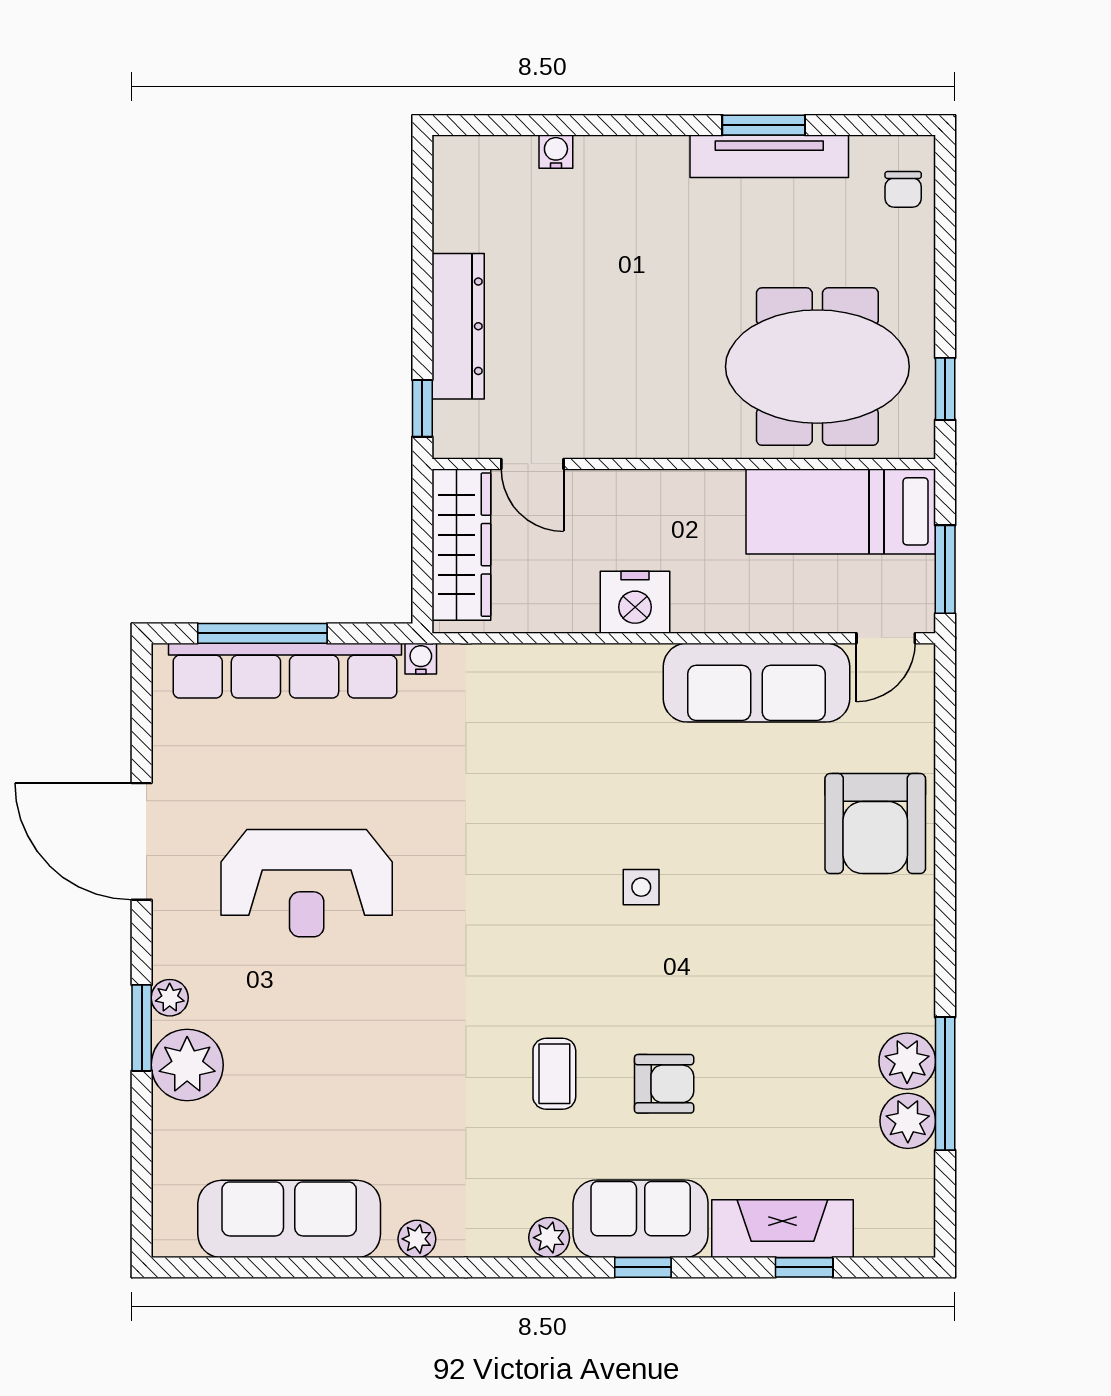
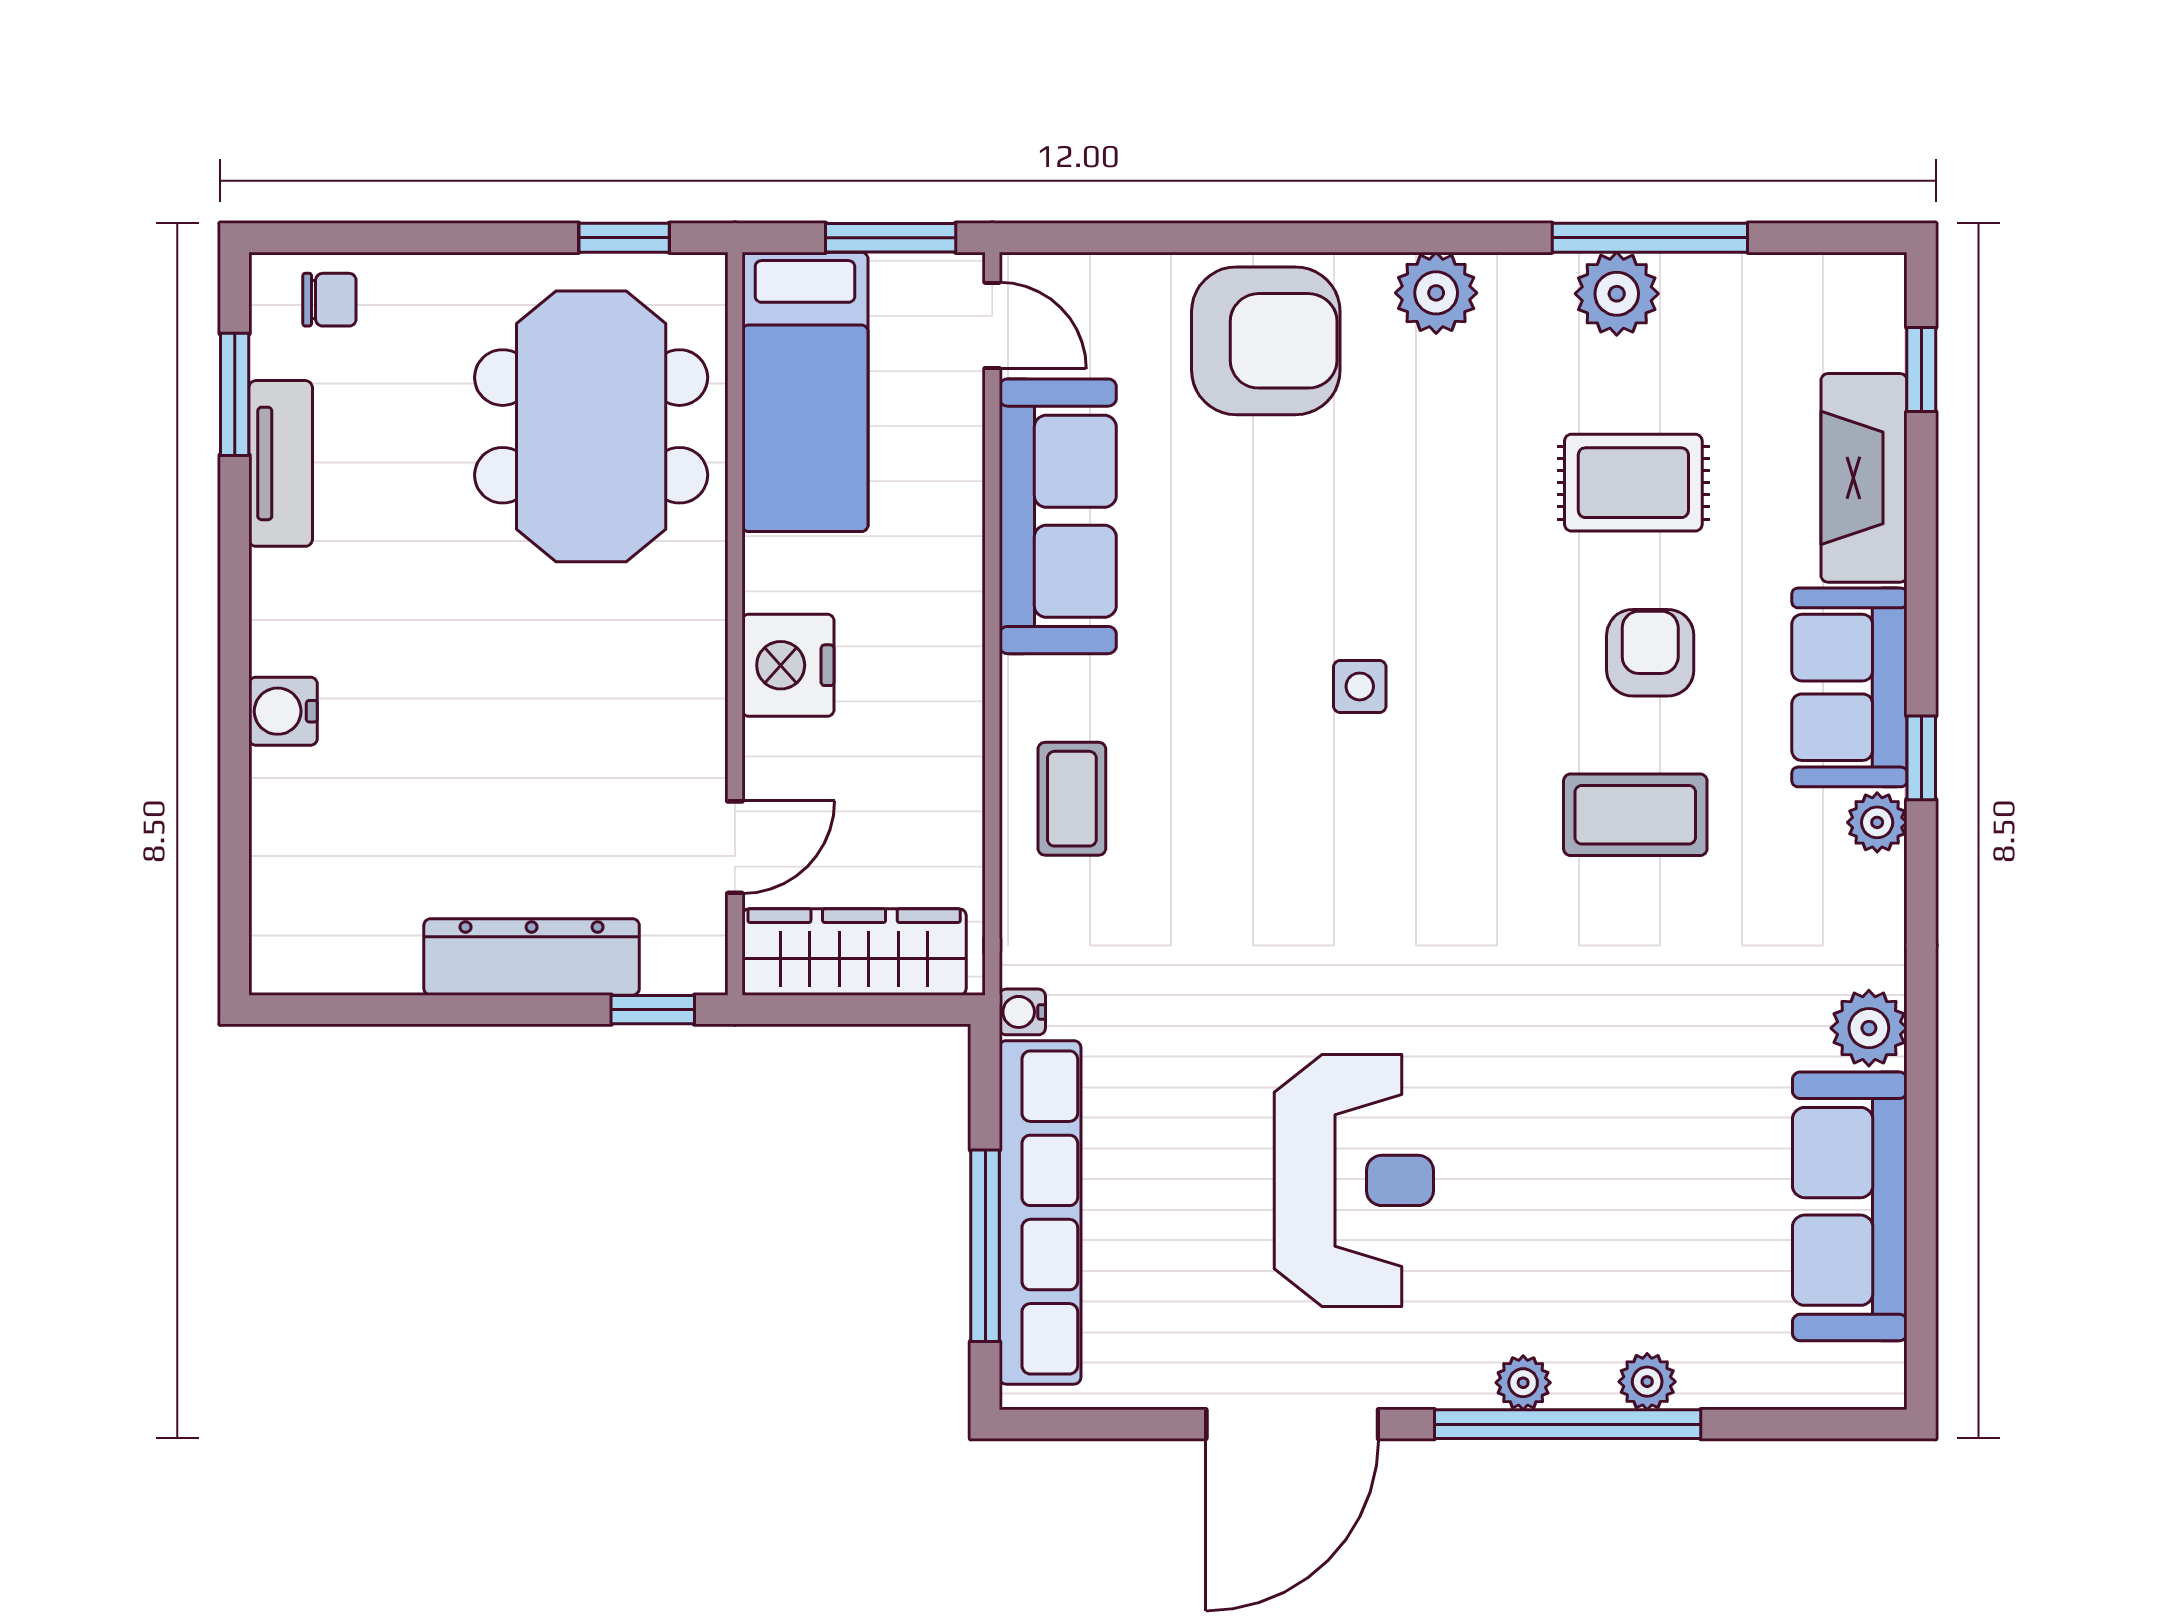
window: (764, 125) -> (235, 394), moved
water cooler: (556, 152) -> (283, 711), moved, width x1.38, depth x1.38
tv unit: (769, 156) -> (281, 463), width x0.71
nightstand: (635, 602) -> (788, 665), moved, turned 180
coffee table: (565, 692) -> (1072, 799), added
window: (142, 1028) -> (1568, 1424), width x2.11
plant: (187, 1065) -> (1647, 1382), width x0.53, depth x0.53
rug: (779, 1072) -> (1633, 483), added
coffee table: (554, 1074) -> (1635, 815), width x1.36, depth x1.30
plant: (908, 1121) -> (1436, 293), moved
plant: (417, 1239) -> (1869, 1028), width x1.38, depth x1.38
window: (643, 1267) -> (1921, 758), moved
window: (804, 1267) -> (1921, 370), moved

